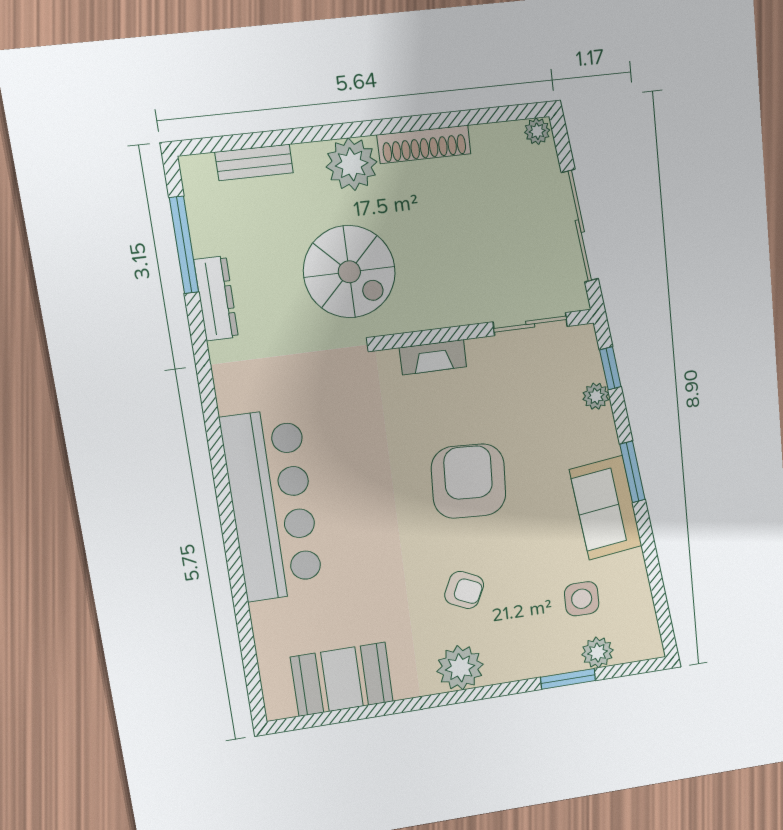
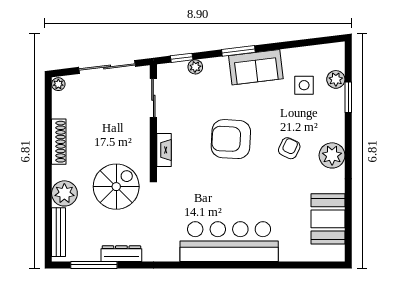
bench: (254, 162) -> (59, 232), width x1.36
plant: (352, 164) -> (64, 193), moved

